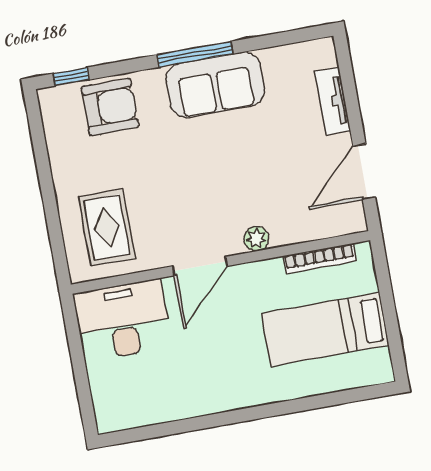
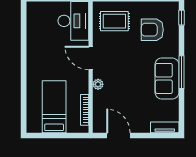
tv unit: (333, 101) -> (165, 127), moved
armchair: (110, 107) -> (152, 30), moved, turned 90

